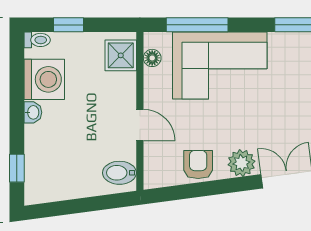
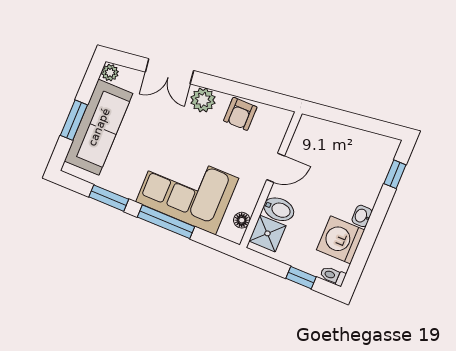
window: (197, 25) -> (166, 222), moved
door: (140, 125) -> (276, 168), swing flipped
bidet: (119, 173) -> (279, 209), moved

